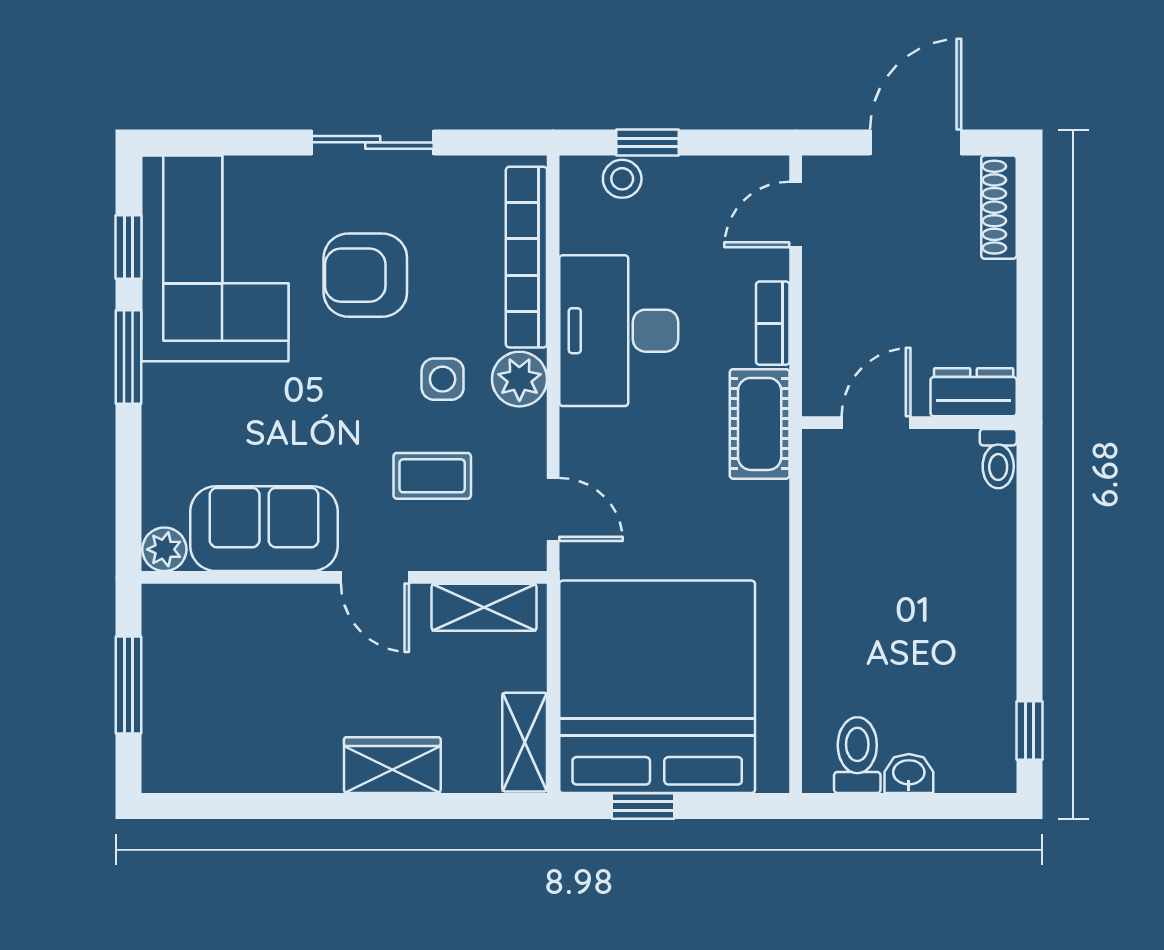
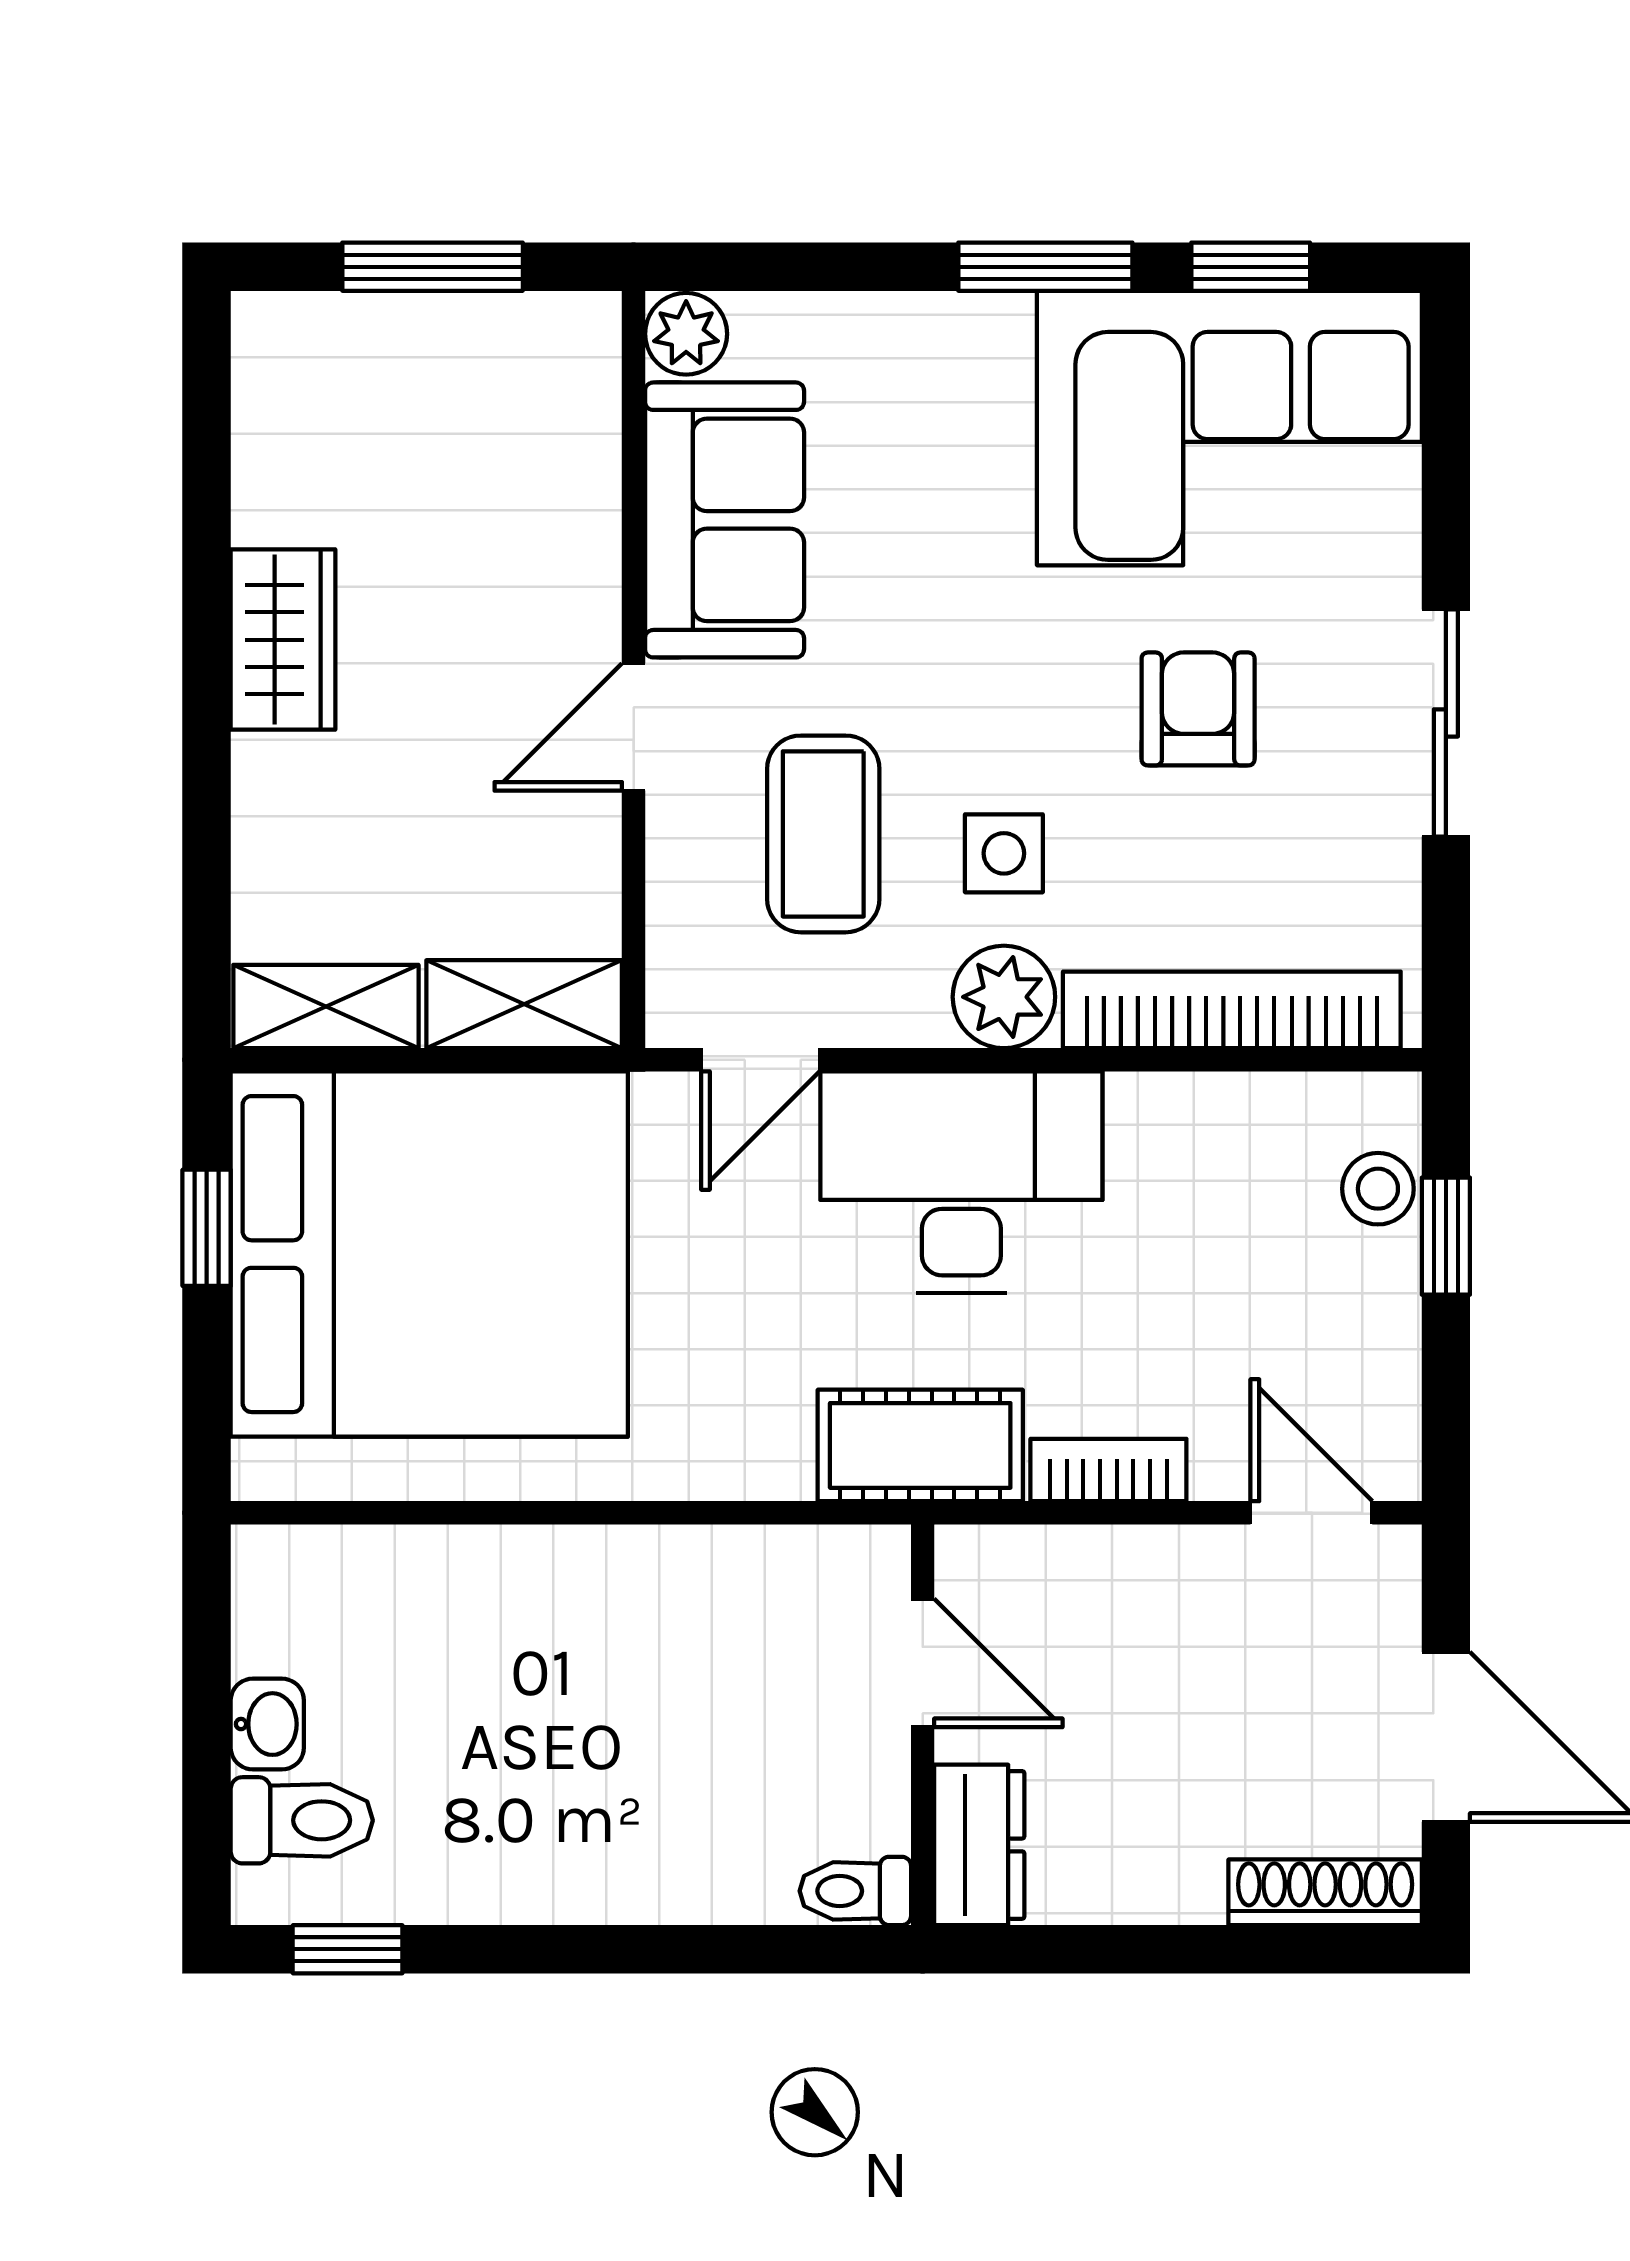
armchair: (365, 275) -> (1198, 709), width x0.72, depth x0.72
desk: (619, 331) -> (961, 1182), moved
coffee table: (432, 476) -> (823, 834), width x1.36, depth x1.30
shelving: (484, 607) -> (524, 1004), moved, turned 90
toilet: (857, 755) -> (302, 1820), moved
wardrobe: (392, 765) -> (283, 640), moved

